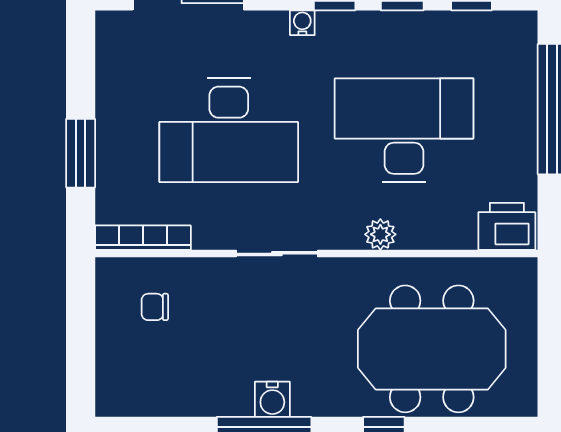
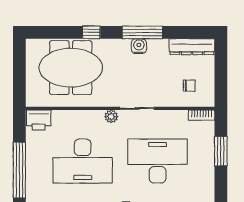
plant: (380, 234) -> (111, 117), moved
bookcase: (143, 238) -> (202, 115), width x0.64
dresser: (148, 398) -> (192, 47), added

